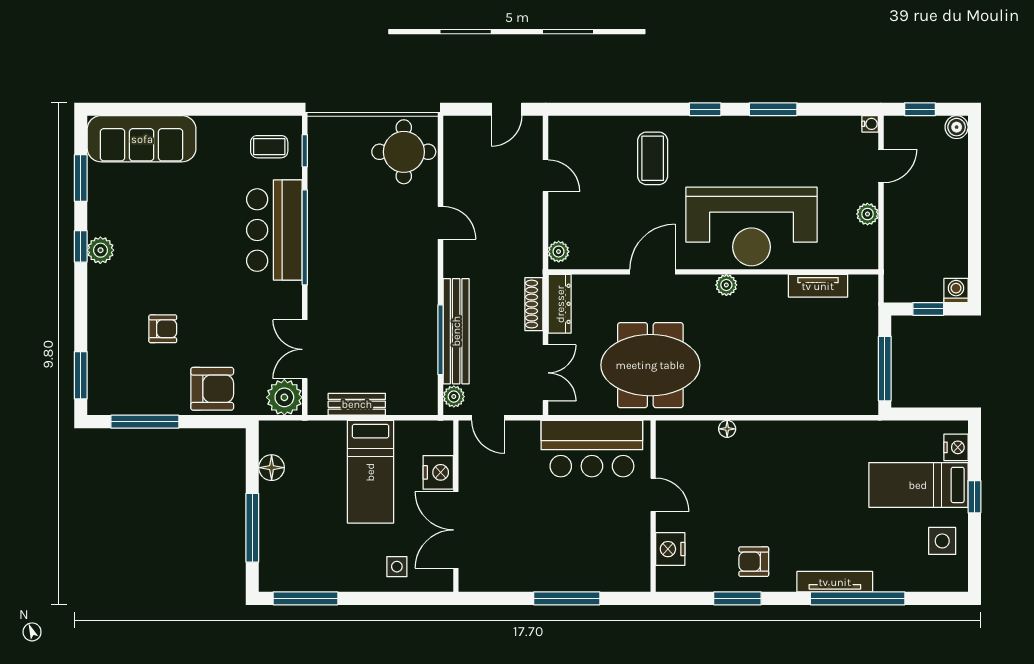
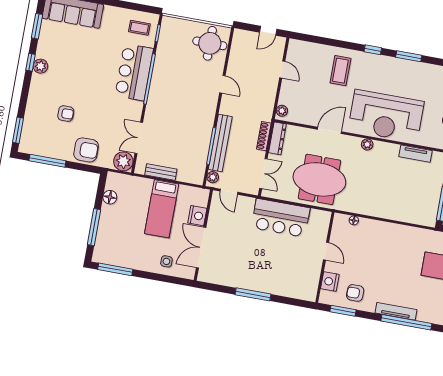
door: (653, 495) -> (326, 251), moved
wall: (653, 506) -> (325, 257), moved
nightstand: (670, 549) -> (330, 282), moved

